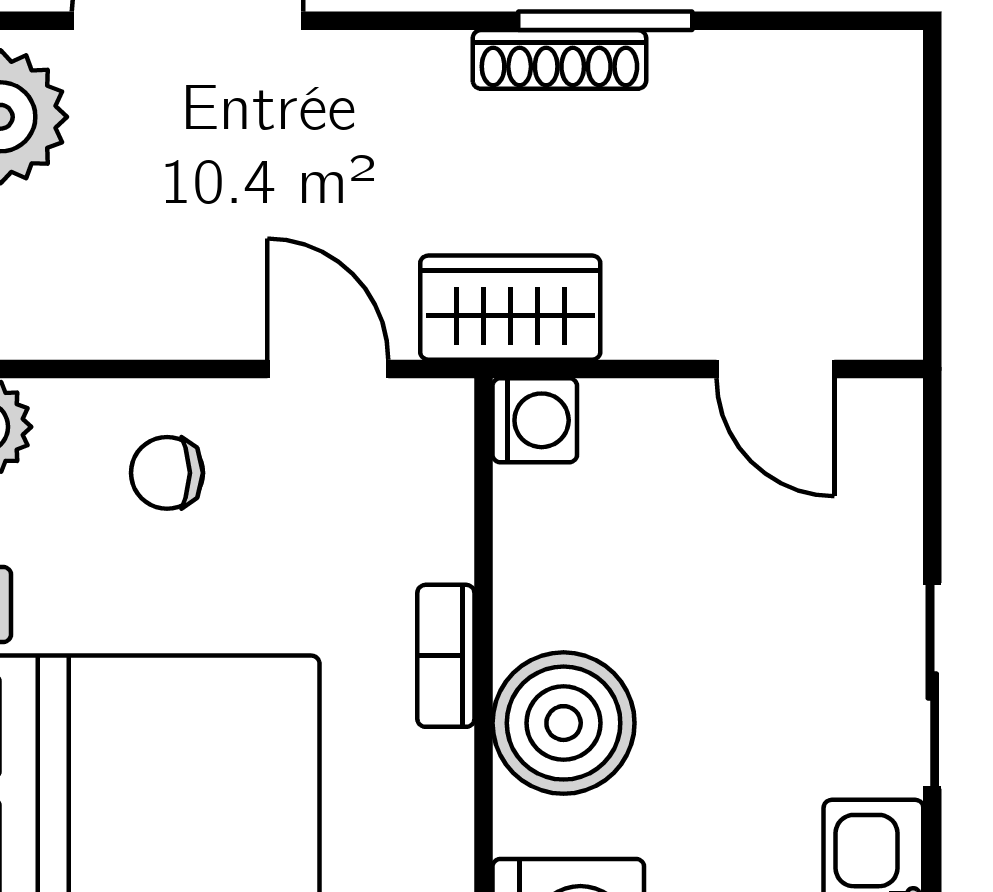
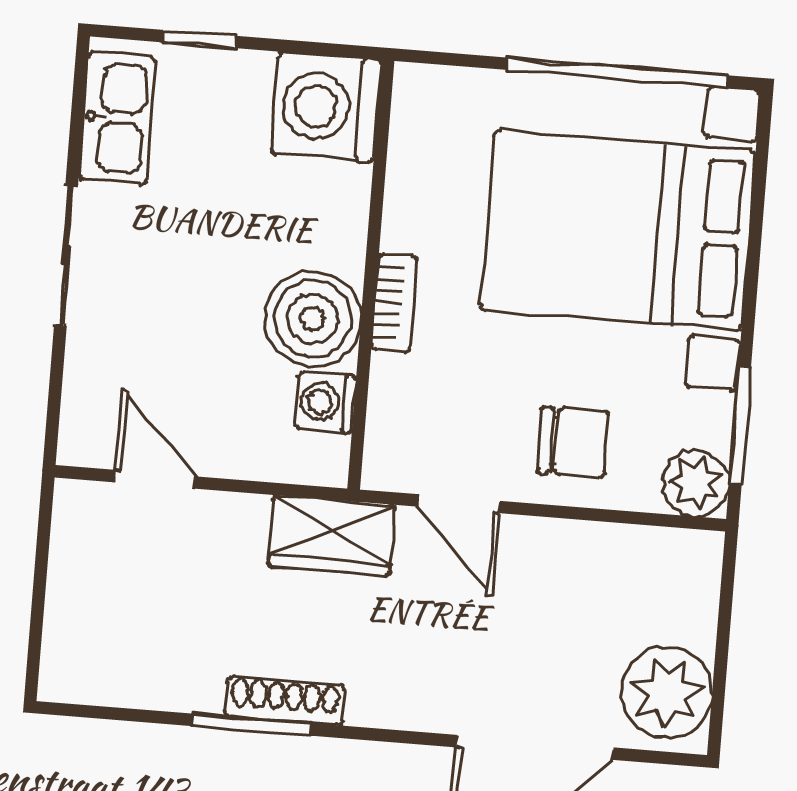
washing machine: (535, 420) -> (326, 402), moved
chair: (167, 473) -> (573, 442), width x1.37, depth x1.37
boiler: (564, 723) -> (313, 319), moved

